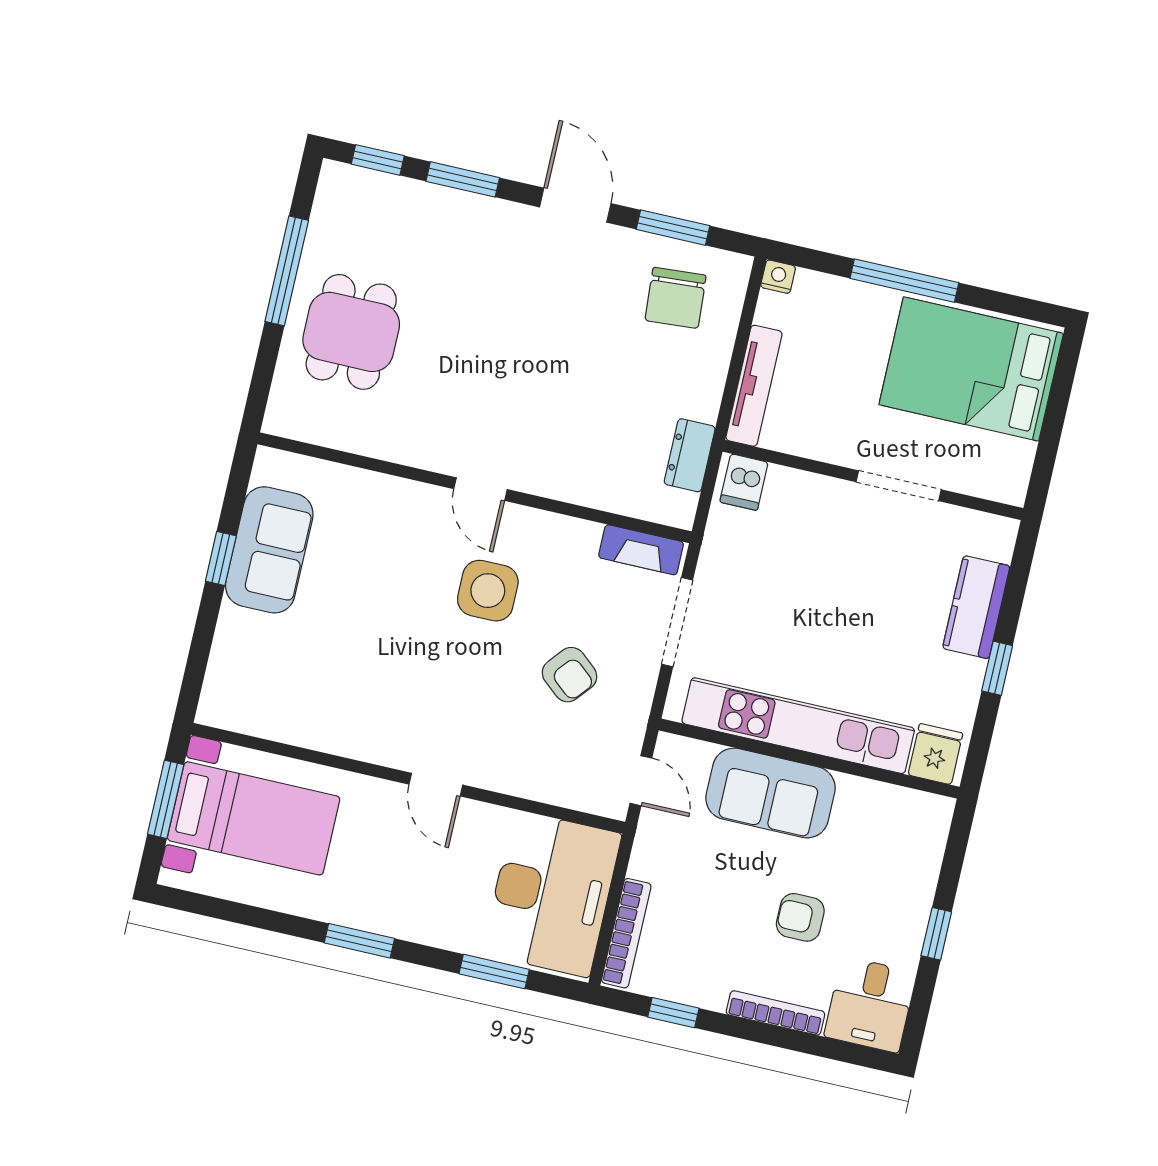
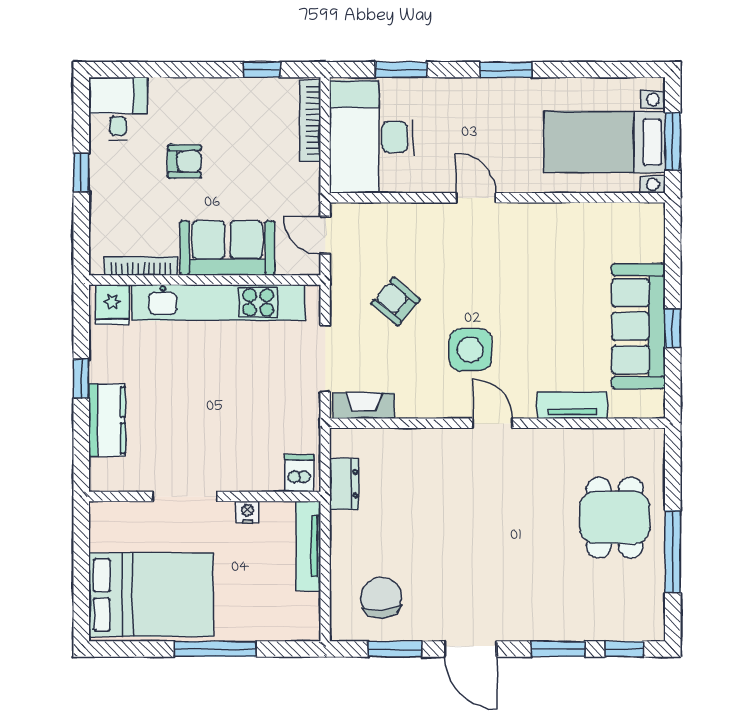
nightstand: (778, 277) -> (248, 512), moved, turned 180
tv unit: (373, 489) -> (572, 405), added
sofa: (269, 550) -> (638, 326), width x1.36
bookcase: (776, 1013) -> (141, 266), moved, turned 180

